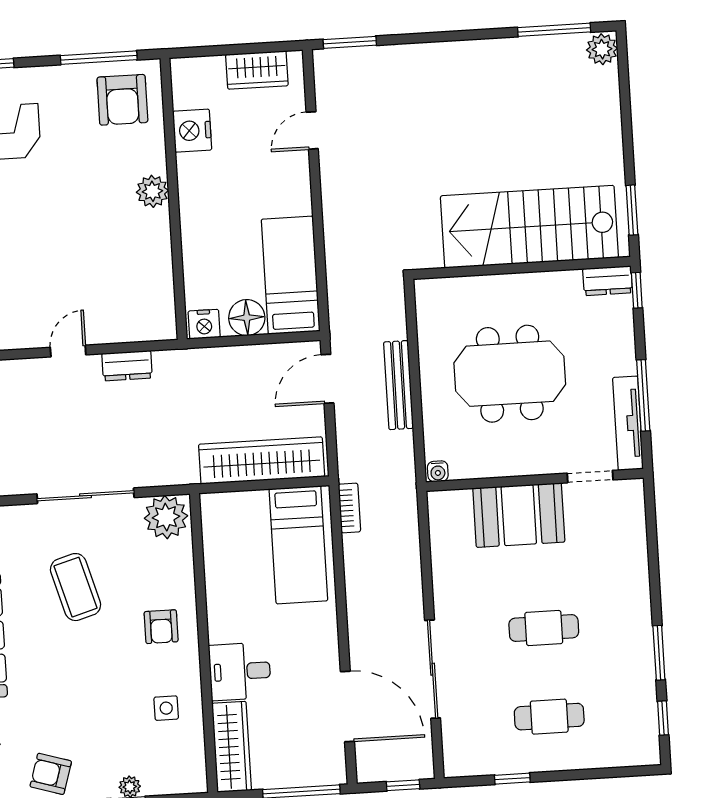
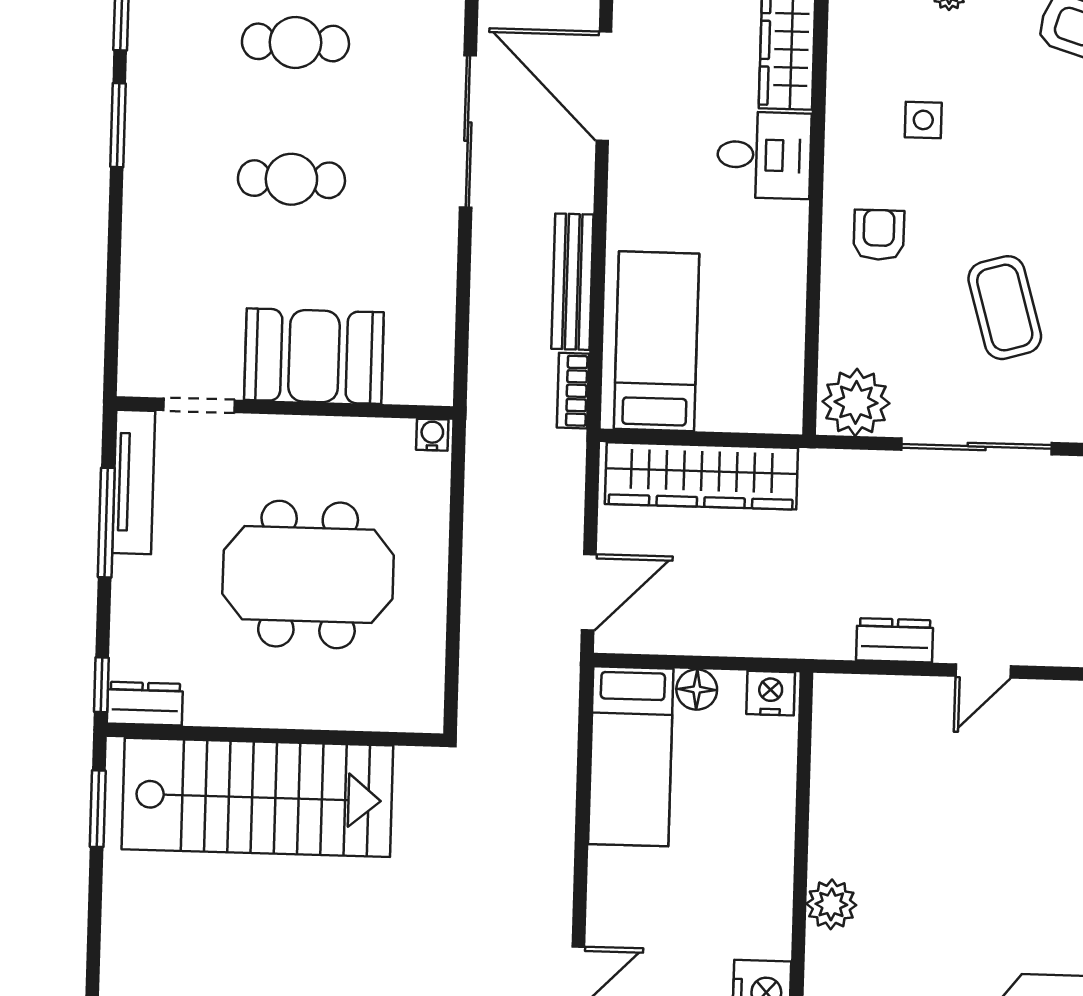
floor lamp: (247, 318) -> (697, 689), width x0.73, depth x0.73
bench: (399, 385) -> (572, 282), moved
side table: (166, 708) -> (923, 120), moved

